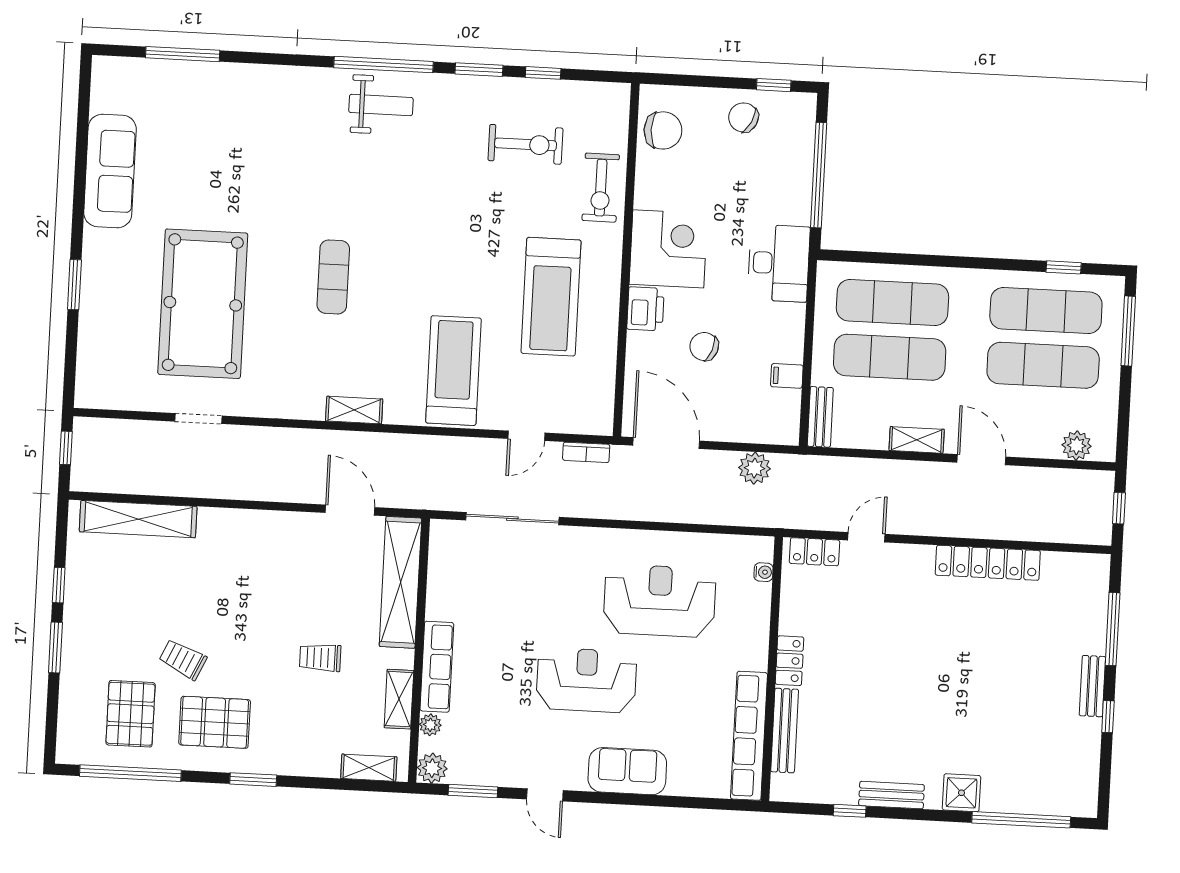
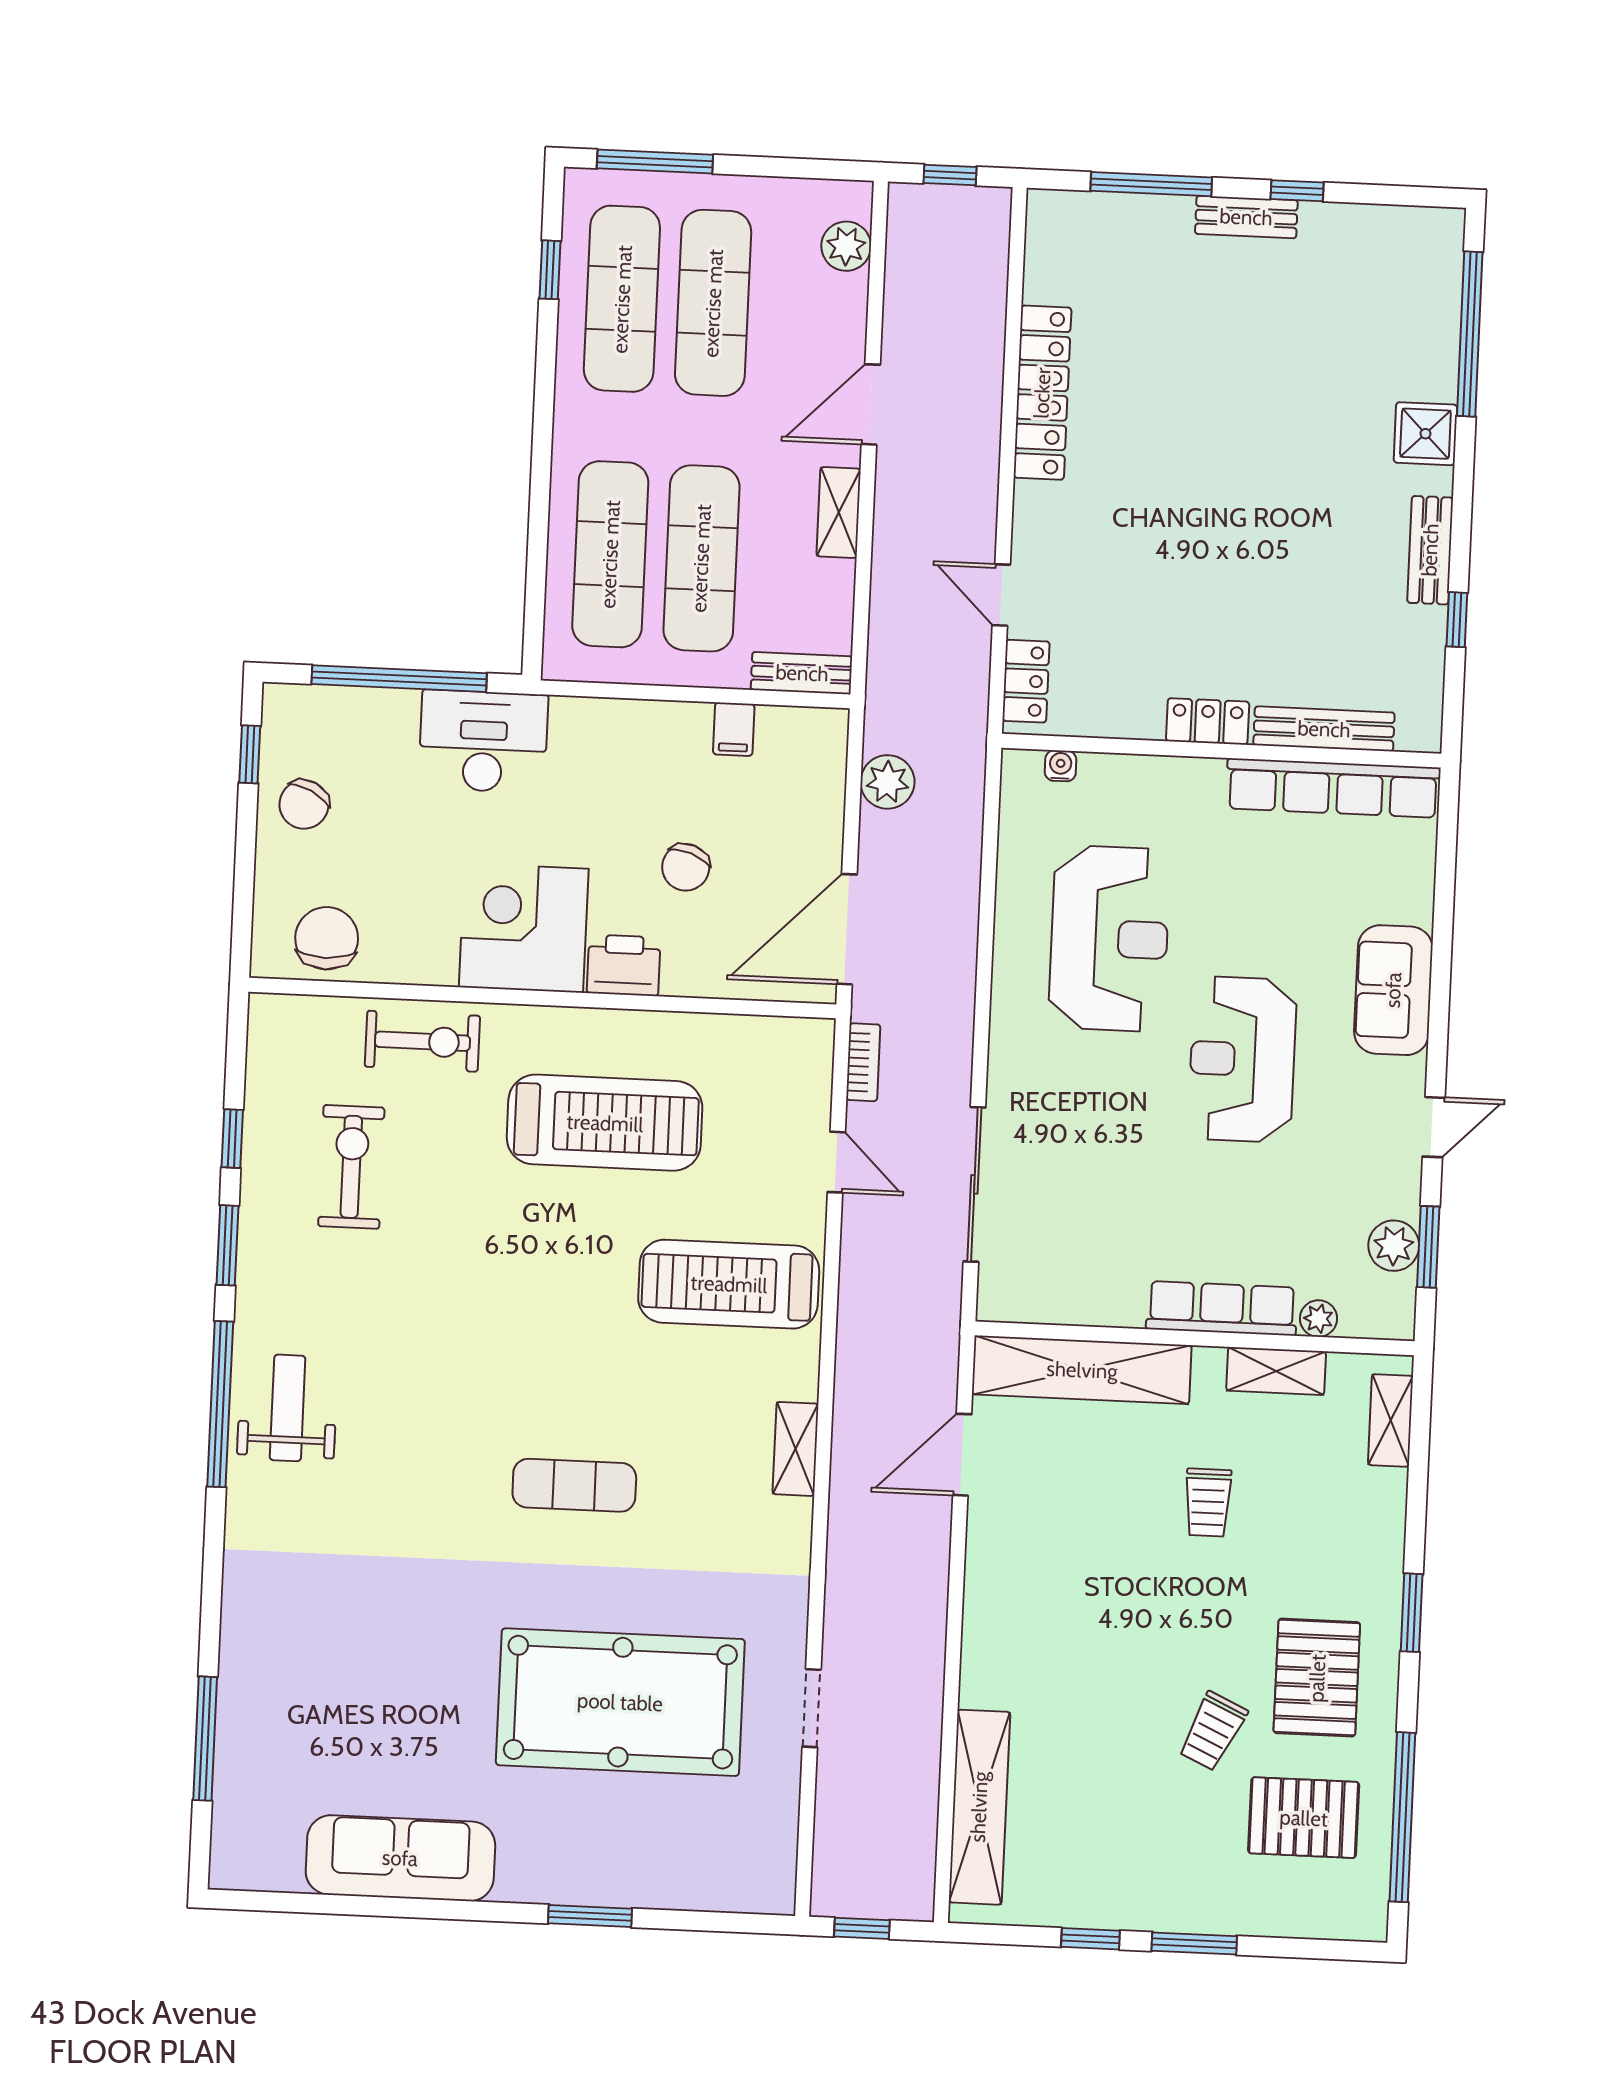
desk: (779, 263) -> (483, 741), moved
reception desk: (660, 601) -> (1109, 938), turned 180
plant: (432, 768) -> (1394, 1246), moved

